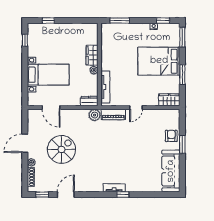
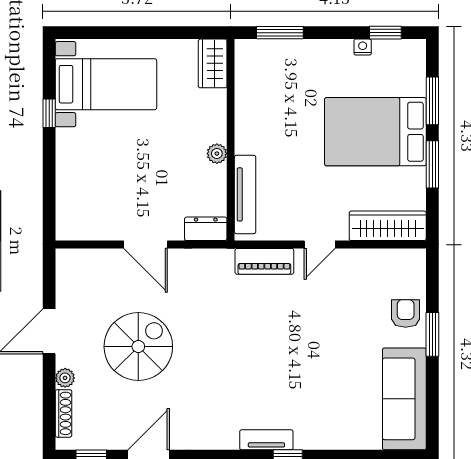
window: (48, 21) -> (106, 33), removed
window: (182, 37) -> (432, 101), moved
window: (25, 40) -> (49, 113), moved
wardrobe: (92, 55) -> (213, 63), moved
bed with nightstands: (48, 75) -> (106, 84), moved
wardrobe: (169, 100) -> (388, 226), width x1.50
door: (51, 108) -> (146, 244), moved
plant: (95, 115) -> (219, 263), removed

